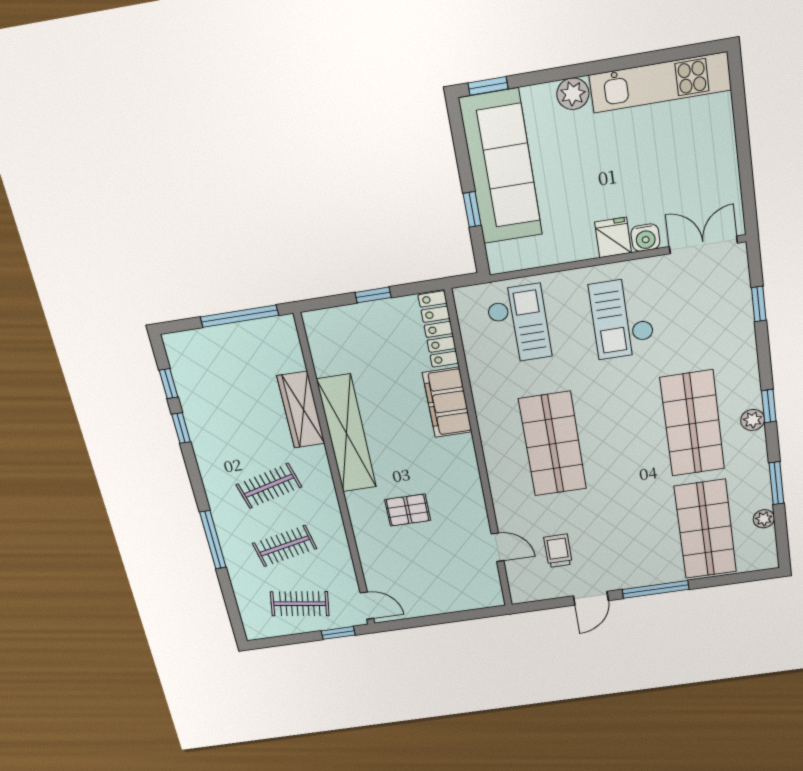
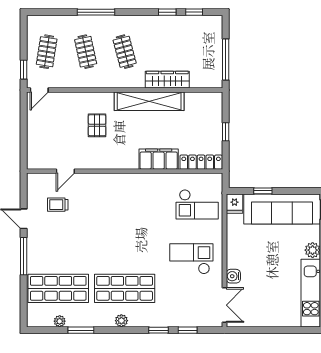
fridge: (613, 237) -> (234, 204), moved, turned 90
window: (769, 406) -> (158, 330), moved
shop shelf: (553, 444) -> (125, 212), removed
trolley: (558, 551) -> (58, 205), turned 180

